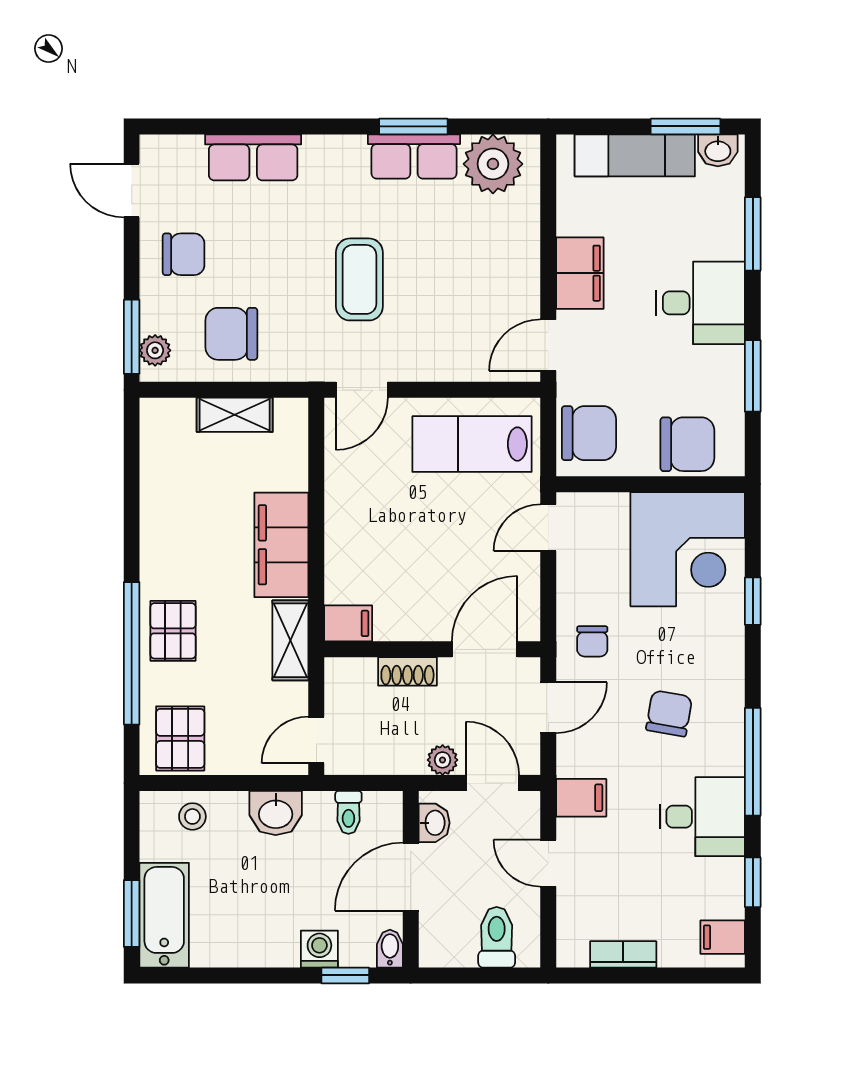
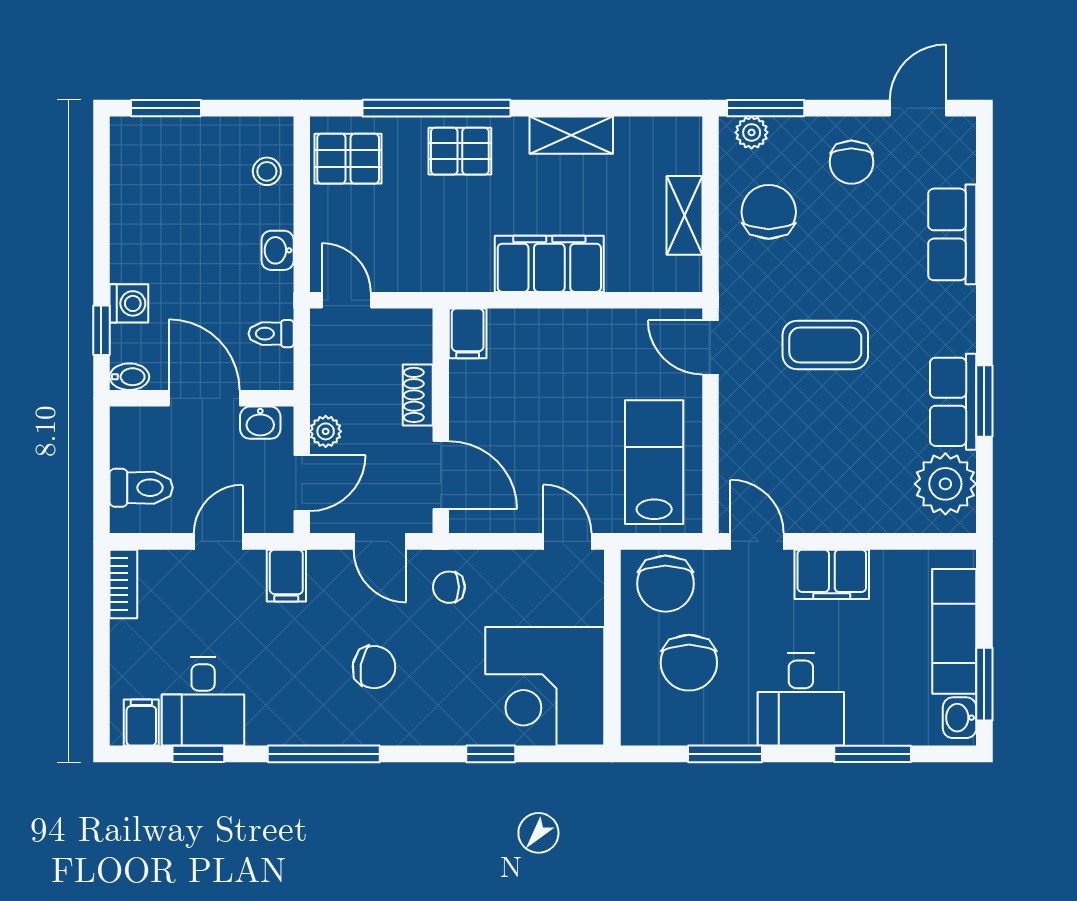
chair: (687, 444) -> (689, 663), moved
shelving: (290, 640) -> (571, 135), moved
washbasin: (276, 813) -> (278, 250), width x0.72, depth x0.69
desk: (702, 817) -> (203, 701), moved
bathtub: (164, 915) -> (164, 142), removed
bookcase: (623, 954) -> (123, 584), moved

